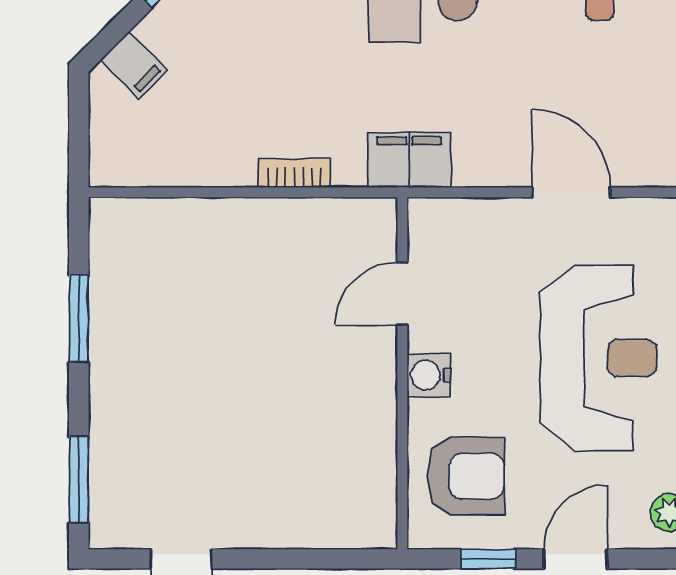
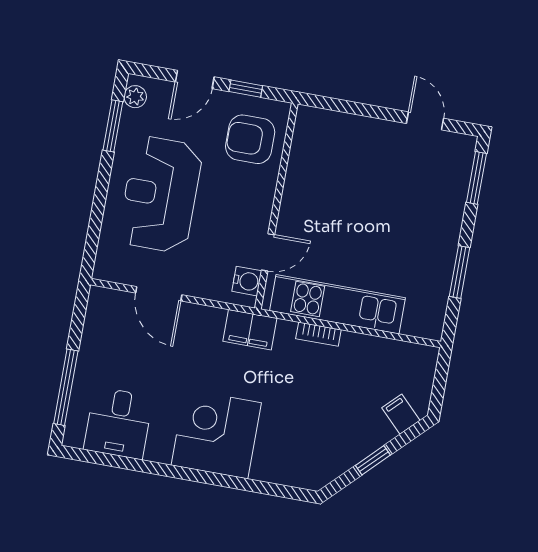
kitchen unit: (272, 228) -> (337, 304), added
water cooler: (429, 375) -> (247, 281), moved

